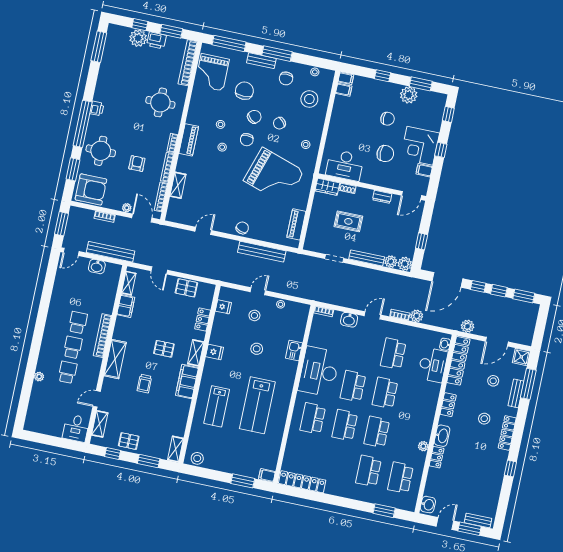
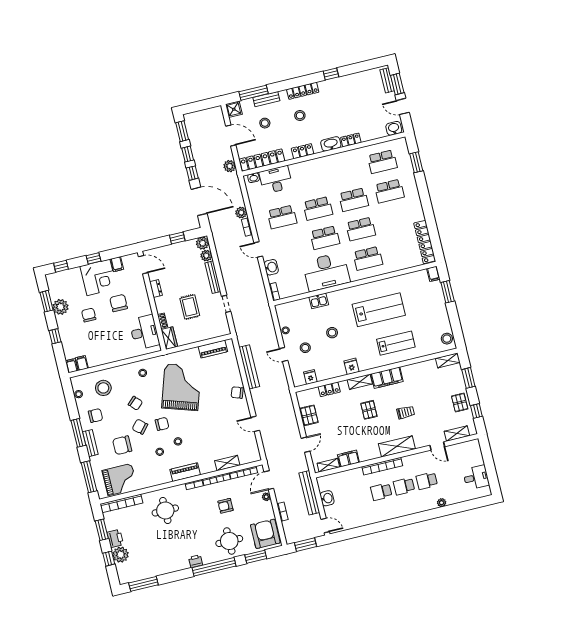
desk: (76, 428) -> (476, 477), moved
plant: (423, 446) -> (347, 155), removed

